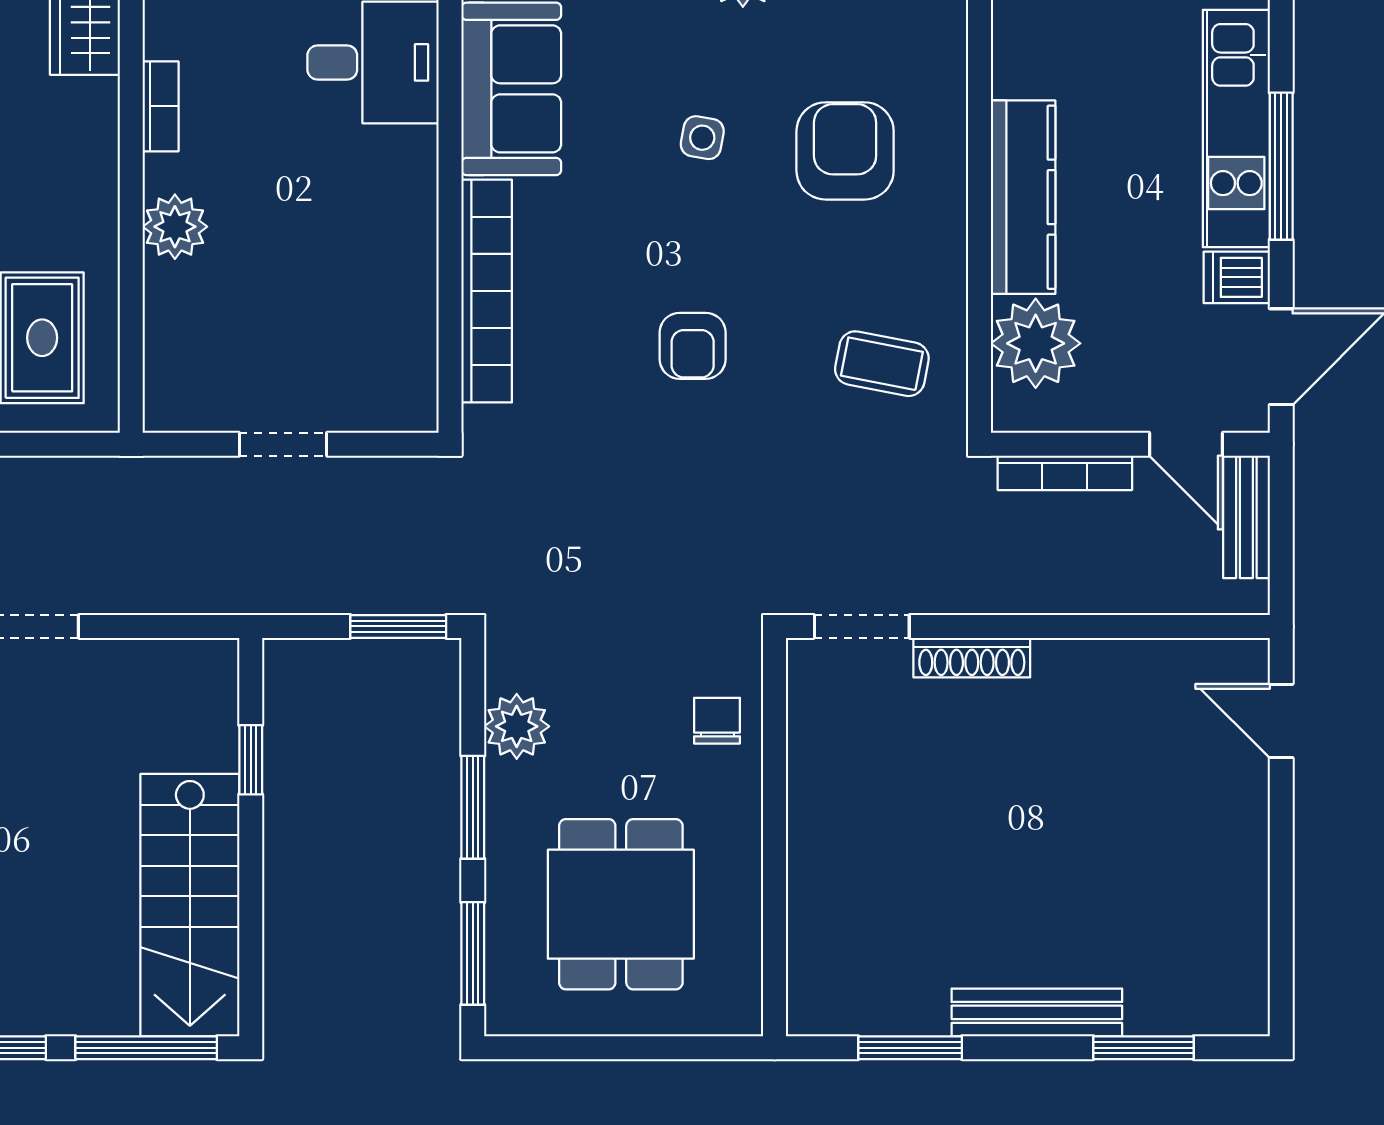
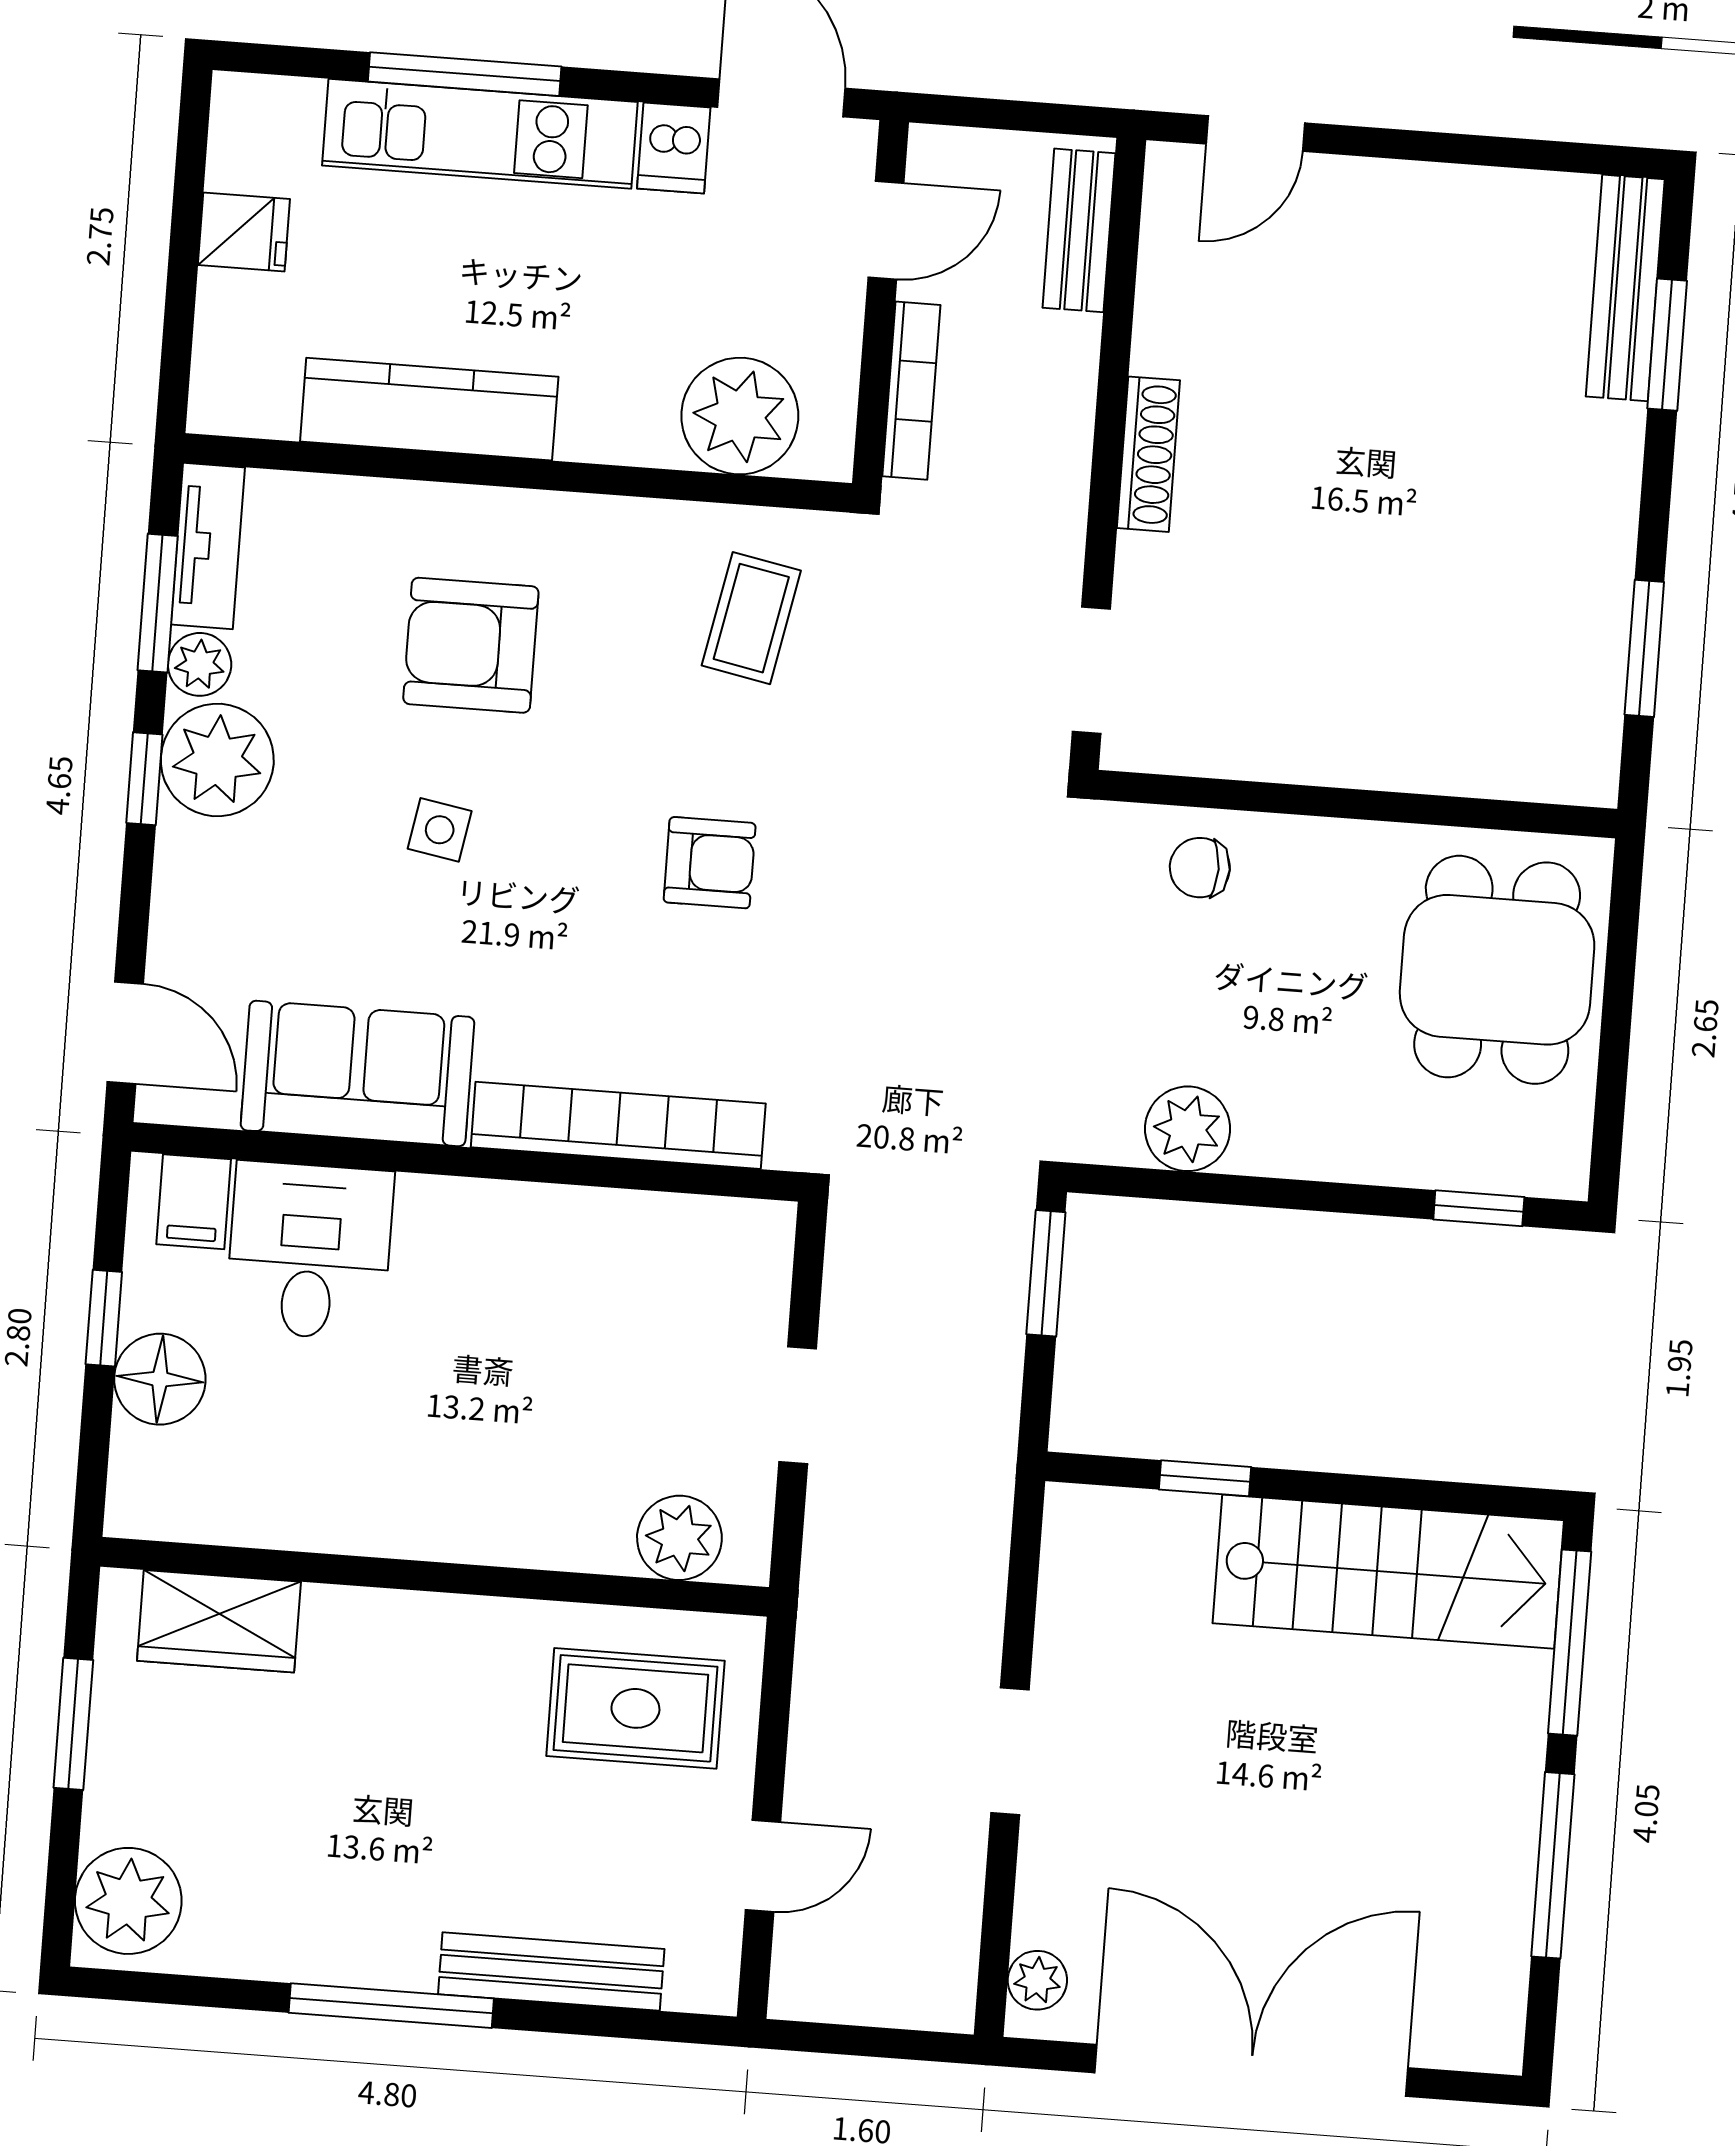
bookcase: (161, 106) -> (346, 1532), removed
window: (1281, 166) -> (465, 74), moved
kitchen counter: (1023, 197) -> (429, 409), moved
plant: (175, 227) -> (679, 1538), moved
bench: (1246, 517) -> (1079, 230), moved, turned 90
shoe rack: (972, 658) -> (1148, 454), moved
window: (473, 807) -> (1289, 1194), removed
dining table: (621, 904) -> (1497, 970), moved, turned 90
window: (473, 953) -> (1479, 1208), width x0.67
bench: (1037, 1012) -> (1625, 288), moved

